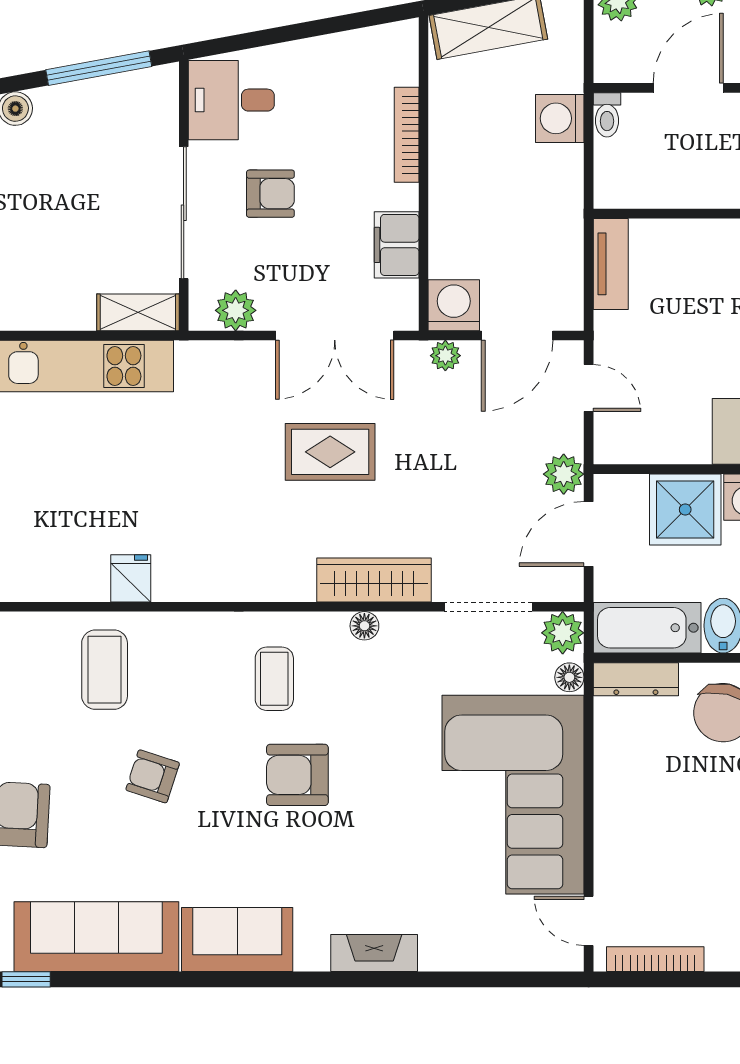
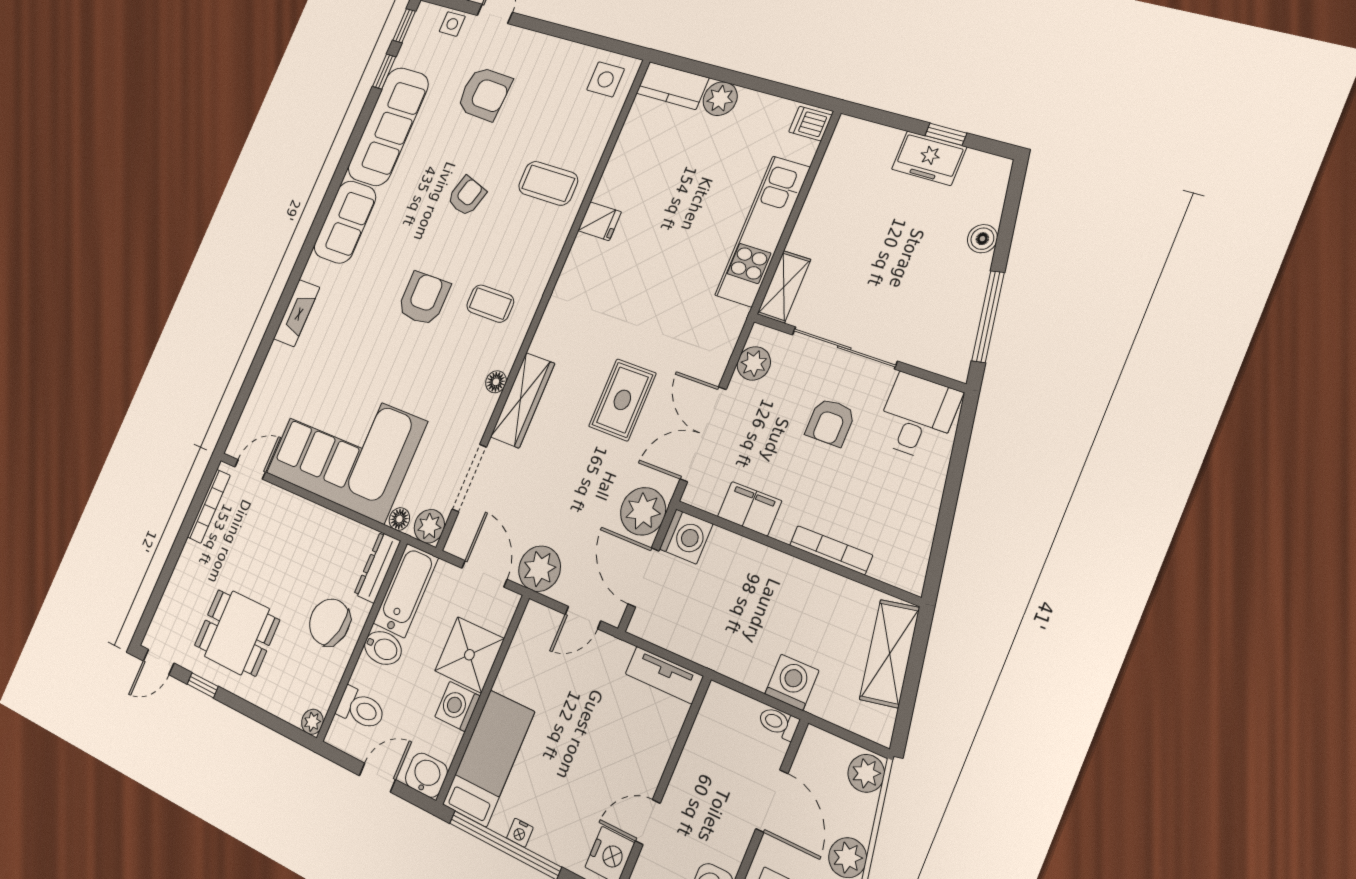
plant: (445, 356) -> (643, 511), width x1.87, depth x1.87
plant: (564, 474) -> (540, 569), width x1.36, depth x1.36

